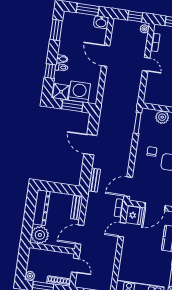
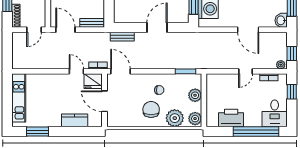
door: (106, 56) -> (248, 30), swing flipped

